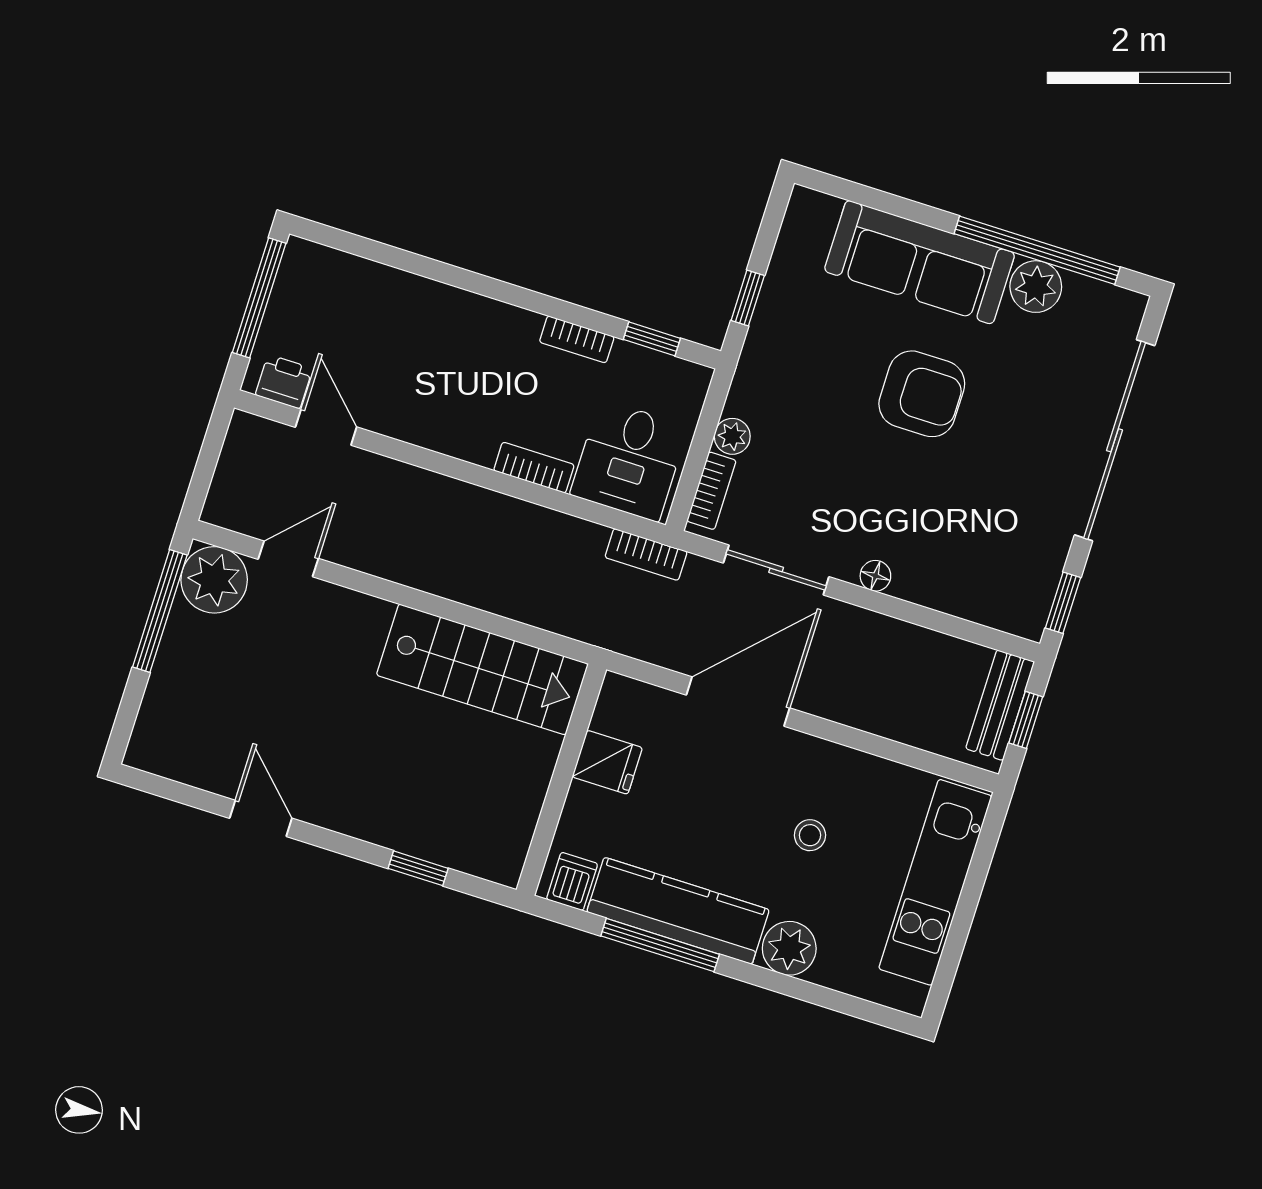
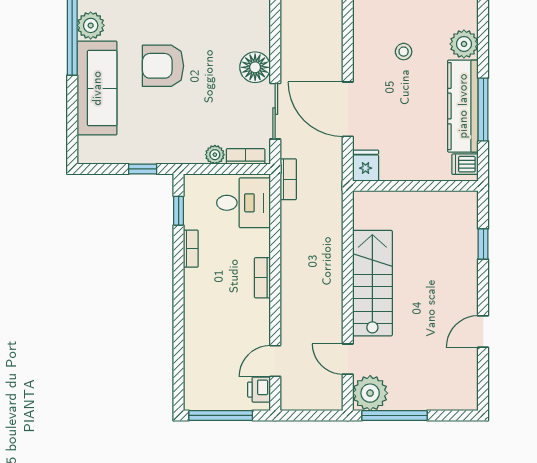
armchair: (922, 394) -> (163, 66), turned -90
bookcase: (534, 468) -> (262, 278), moved
floor lamp: (875, 576) -> (255, 67), width x1.89, depth x1.89
stairs: (482, 669) -> (372, 283), moved
fridge: (607, 762) -> (366, 166), moved

